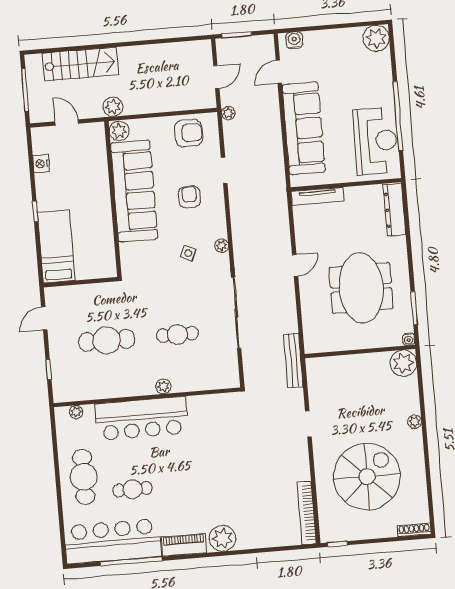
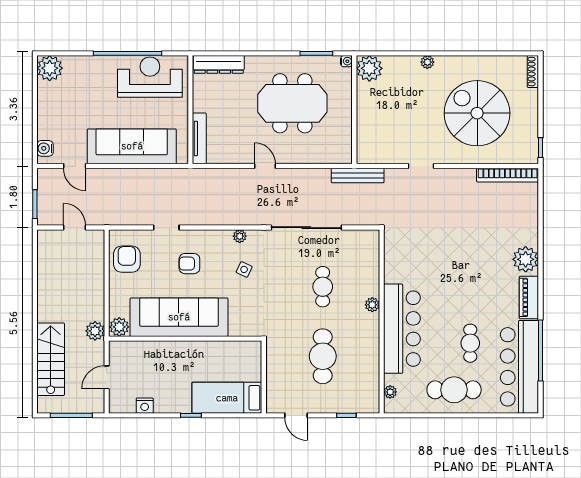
plant: (228, 113) -> (111, 219), removed

